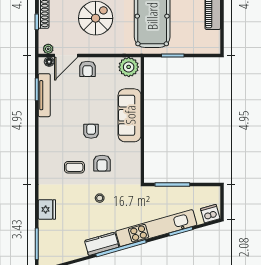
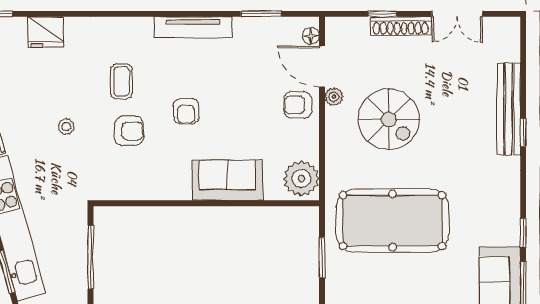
plant: (48, 49) -> (334, 97), moved
tv unit: (44, 95) -> (193, 27), moved
sofa: (130, 115) -> (227, 180), width x0.73
armchair: (91, 131) -> (186, 111), turned 90
armchair: (102, 163) -> (129, 131), turned 180

